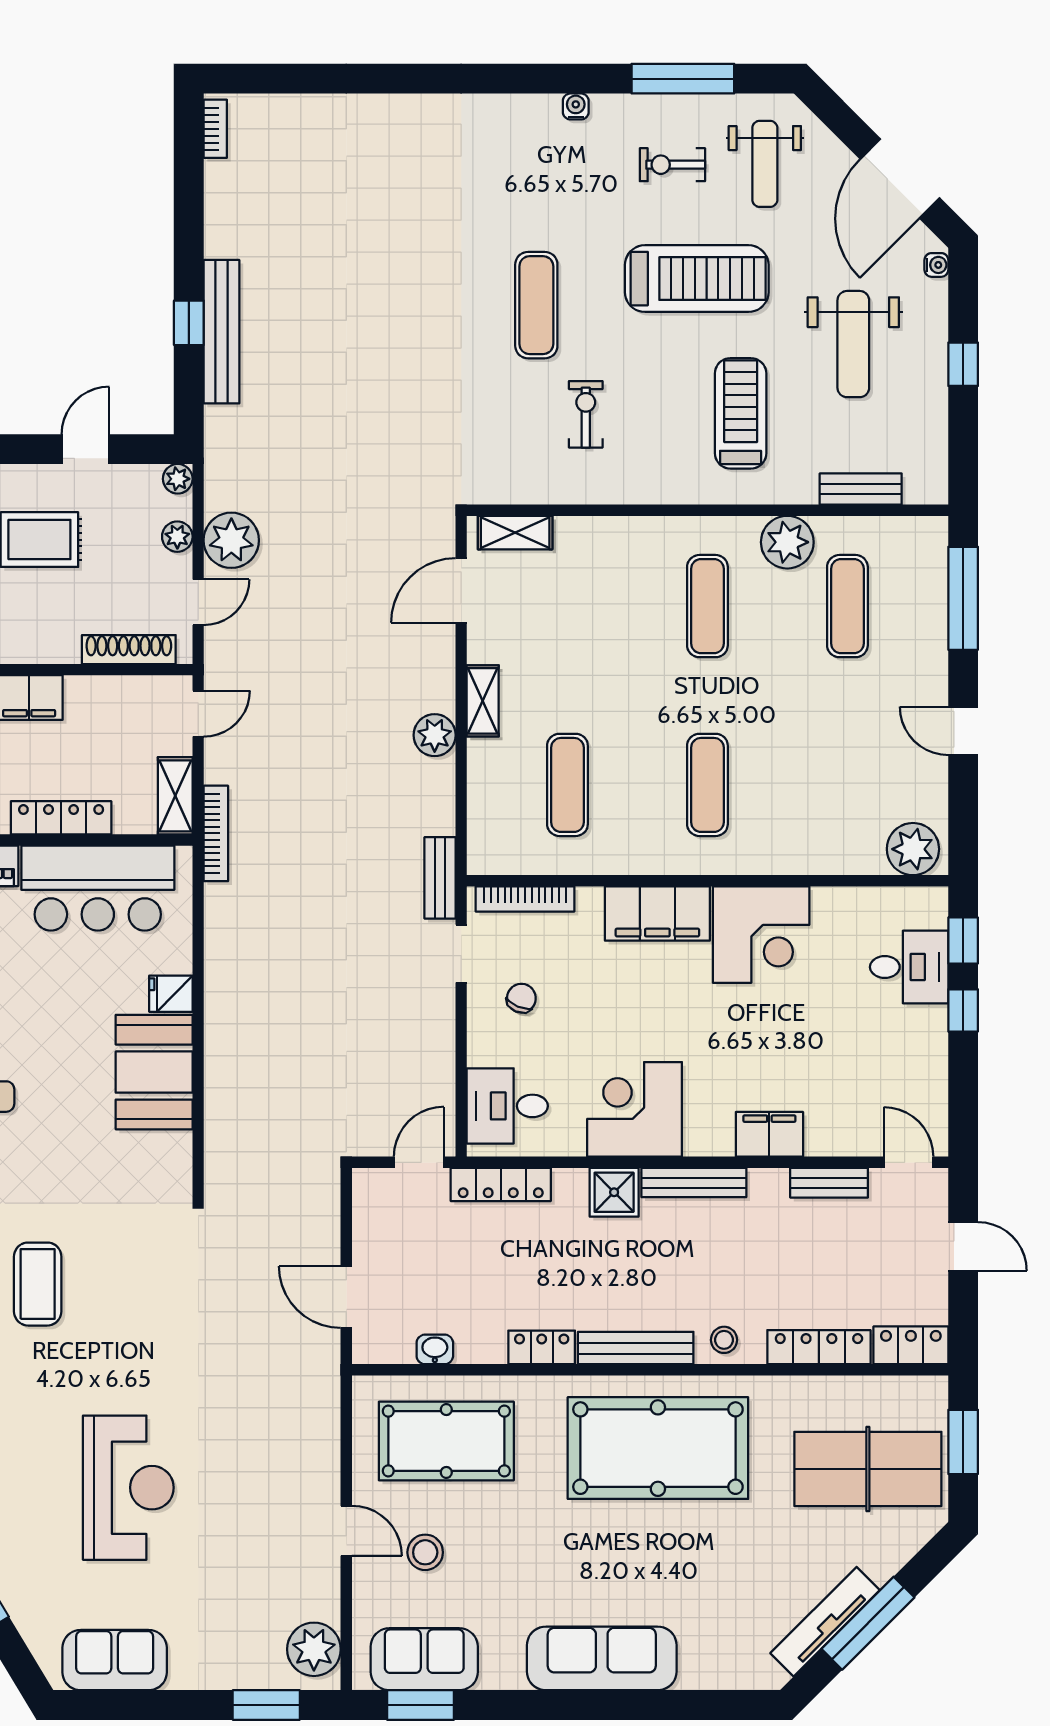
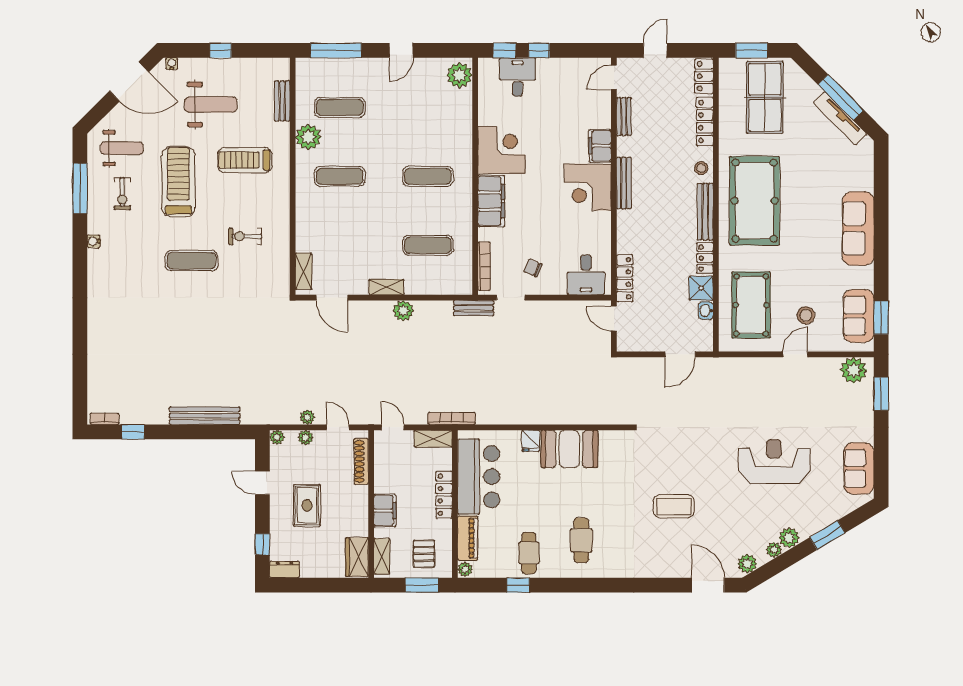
window: (189, 323) -> (133, 432), moved
plant: (231, 540) -> (307, 417), width x0.53, depth x0.53
corner desk: (635, 1109) -> (588, 187), moved
shower: (614, 1192) -> (701, 288), moved

